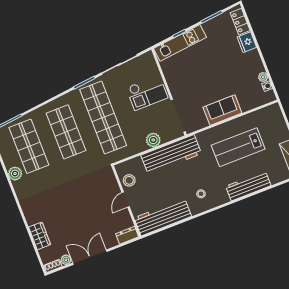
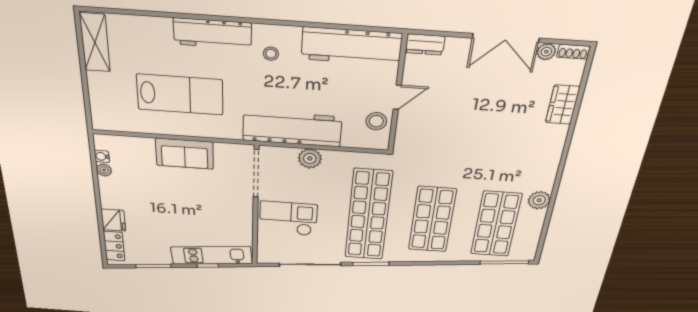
workbench: (248, 186) -> (213, 34), moved

